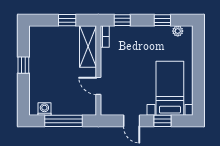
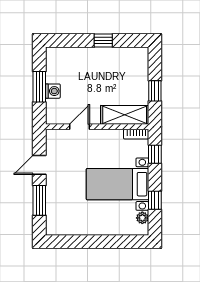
bed with nightstands: (170, 88) -> (117, 184), moved, turned 180
washing machine: (44, 109) -> (53, 91), moved
window: (64, 121) -> (39, 87), width x0.69
window: (162, 121) -> (39, 200), width x1.50

